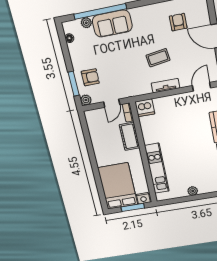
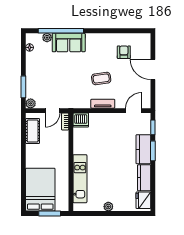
armchair: (90, 77) -> (39, 84), removed
cot: (129, 136) -> (33, 131), moved
nightstand: (143, 198) -> (61, 206), removed

